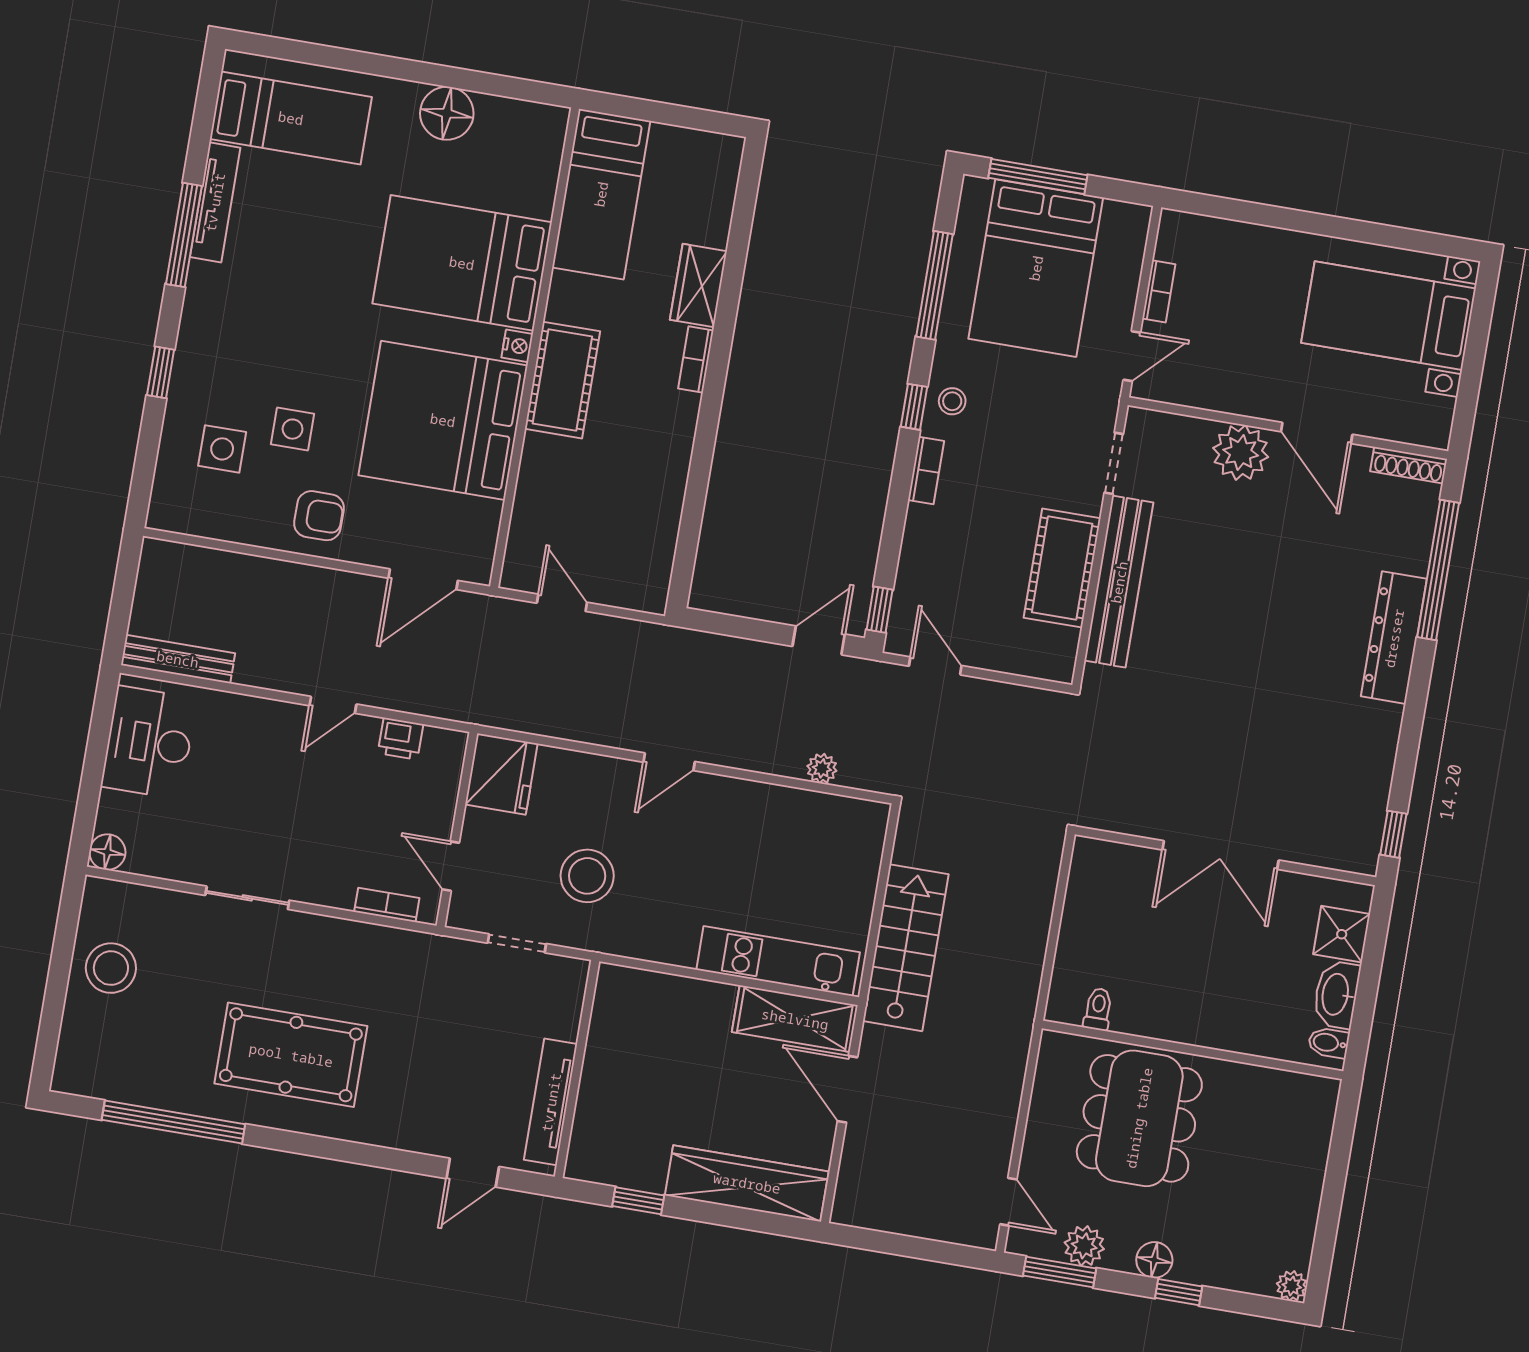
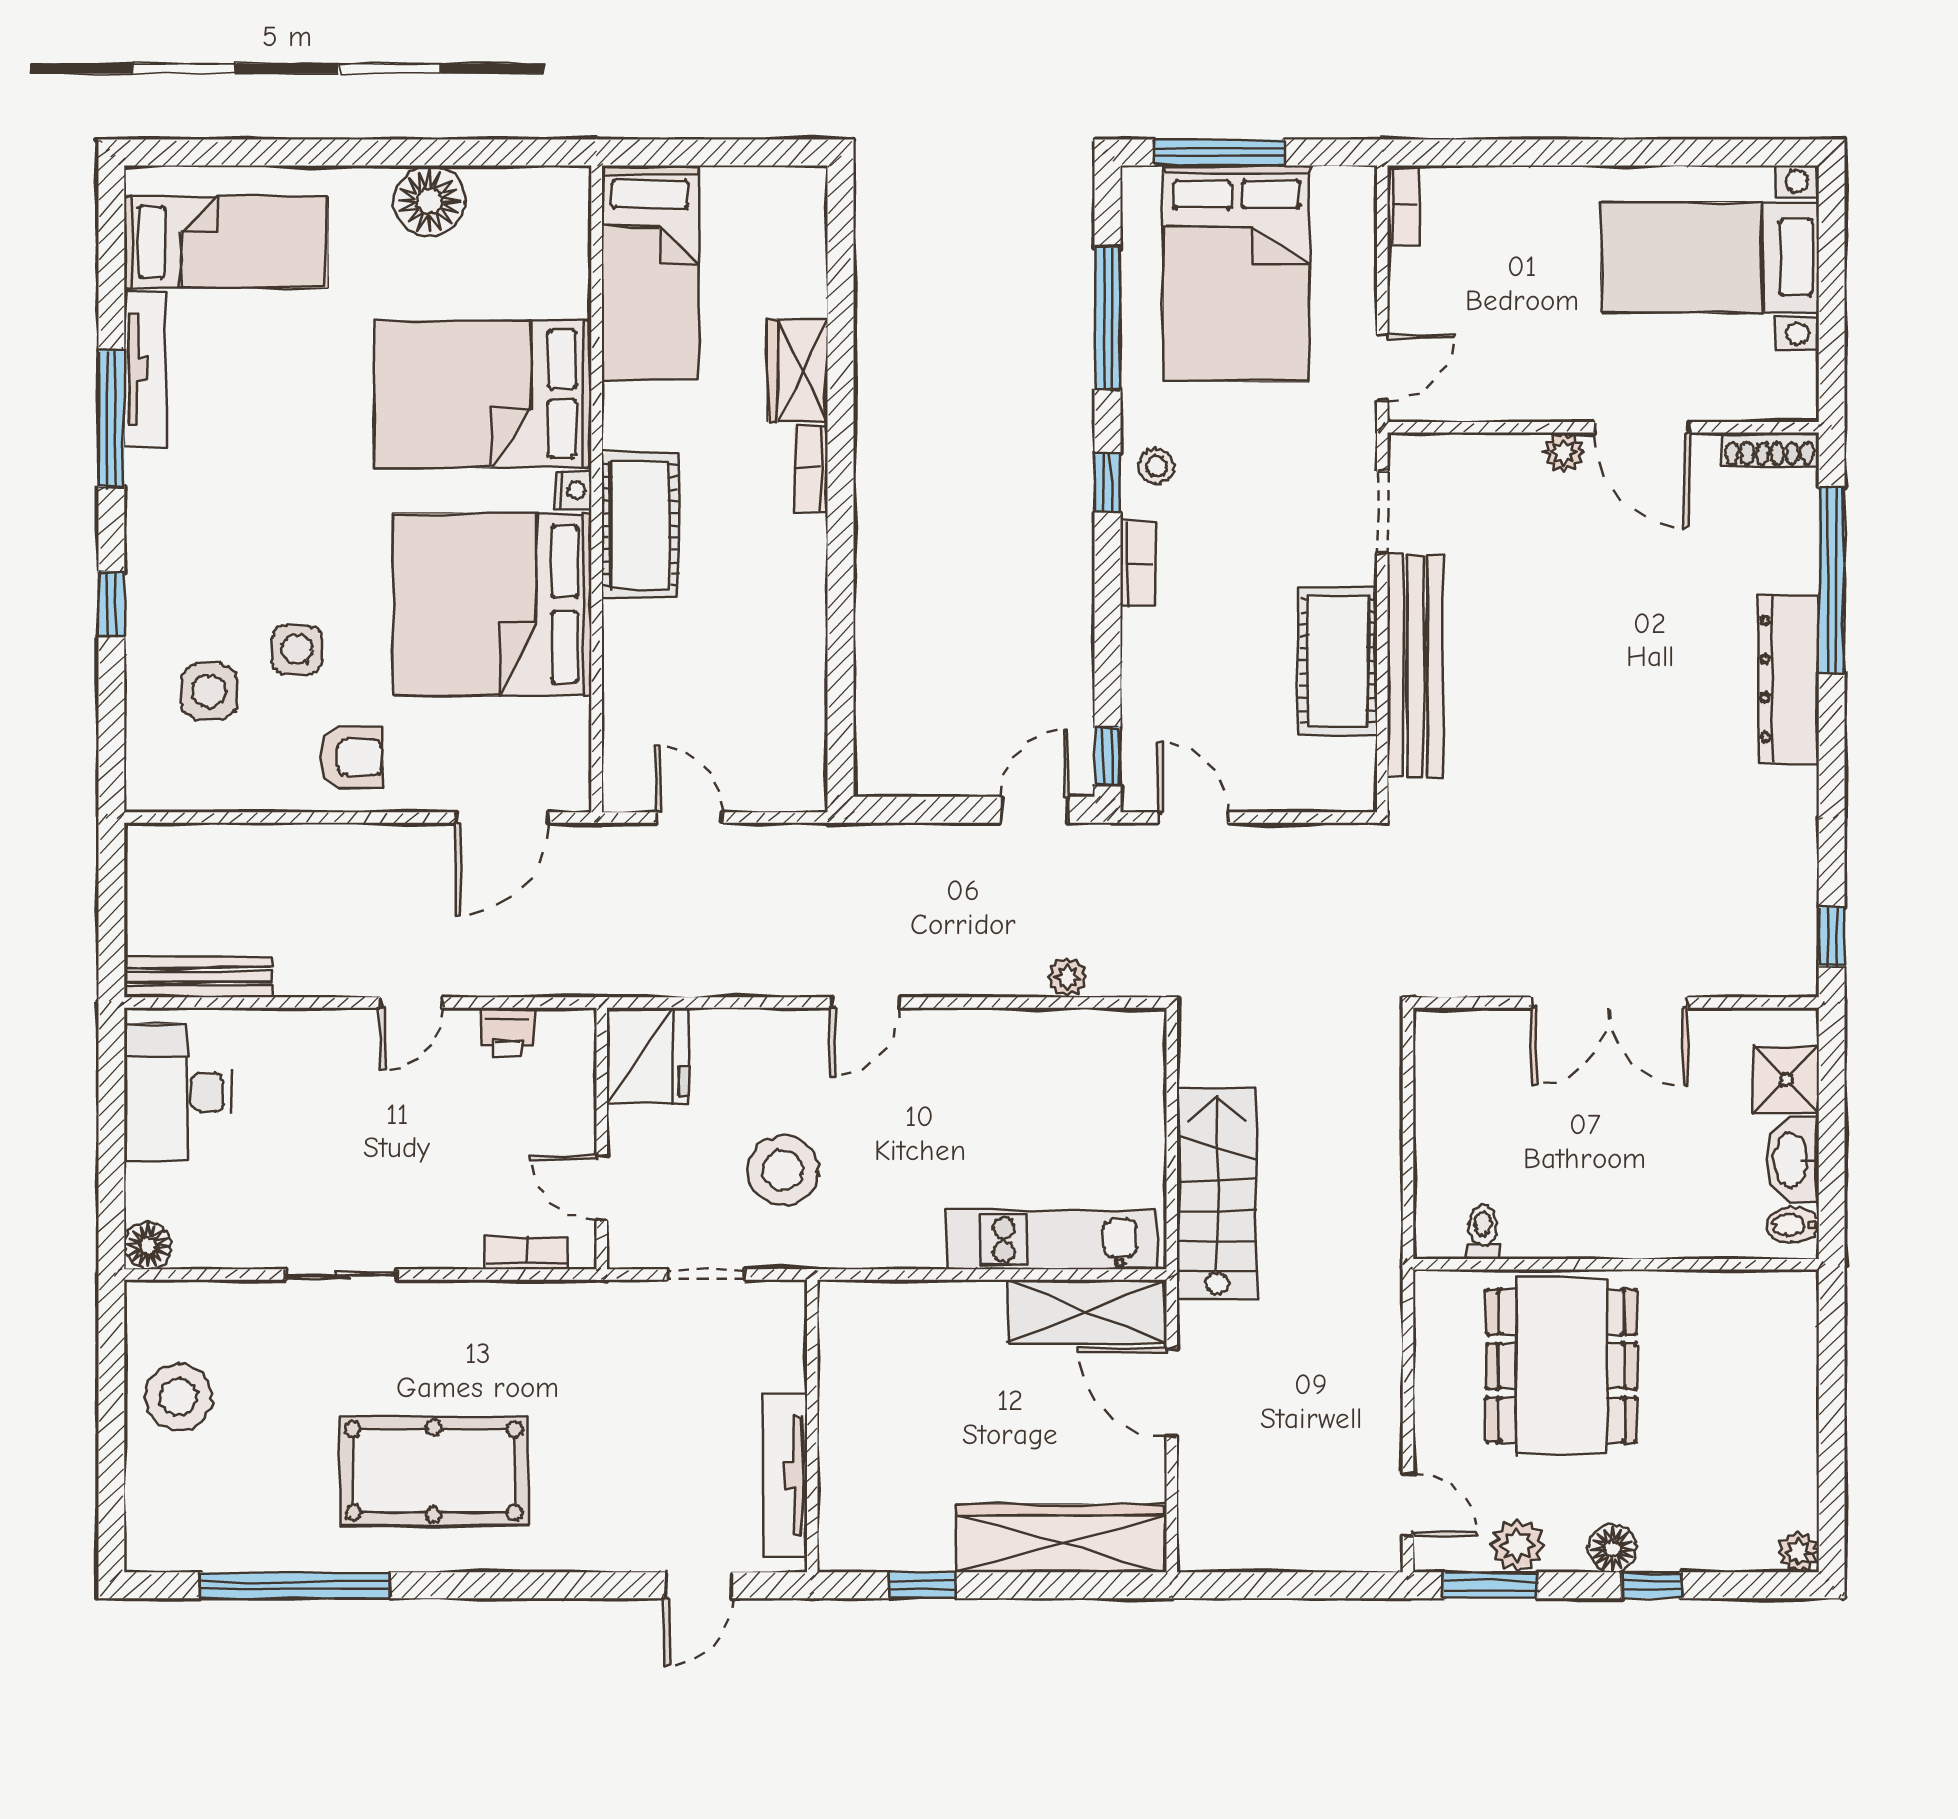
bookcase: (1159, 291) -> (1403, 205), moved
plant: (1241, 453) -> (1564, 452), width x0.53, depth x0.53

